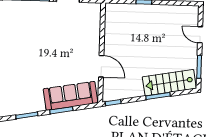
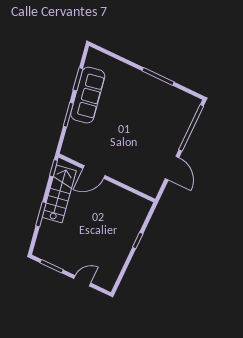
stairs: (169, 83) -> (59, 194), moved
sofa: (71, 96) -> (88, 95), moved

